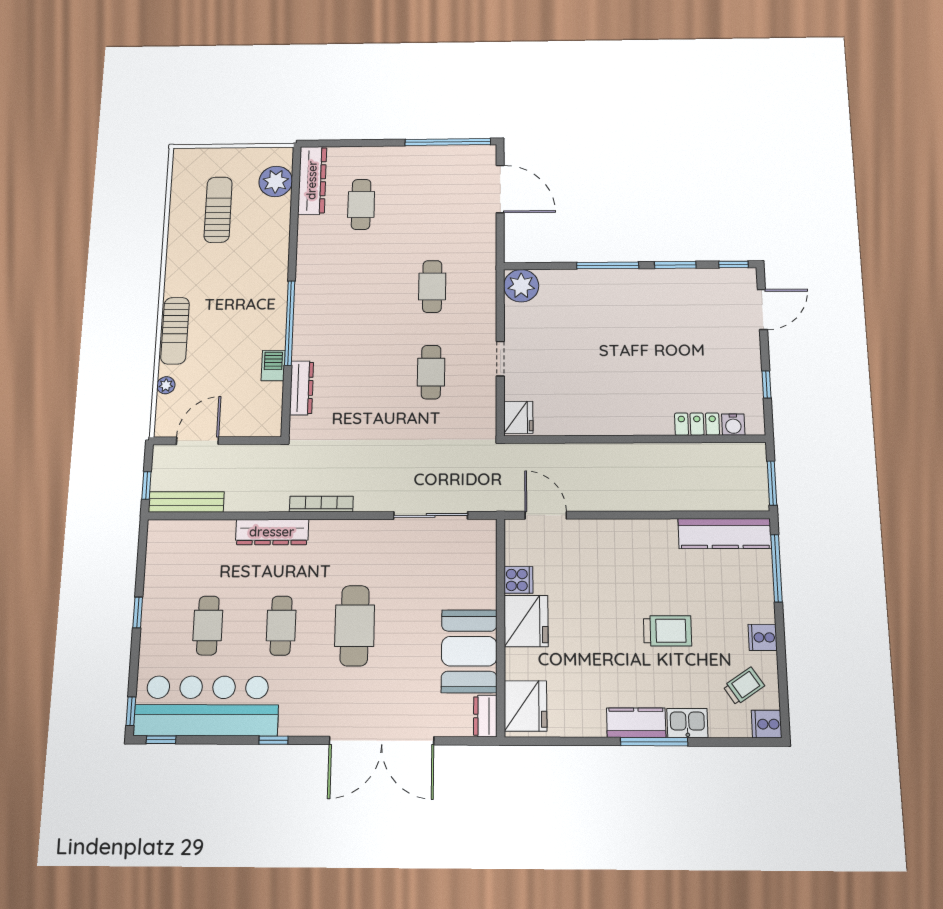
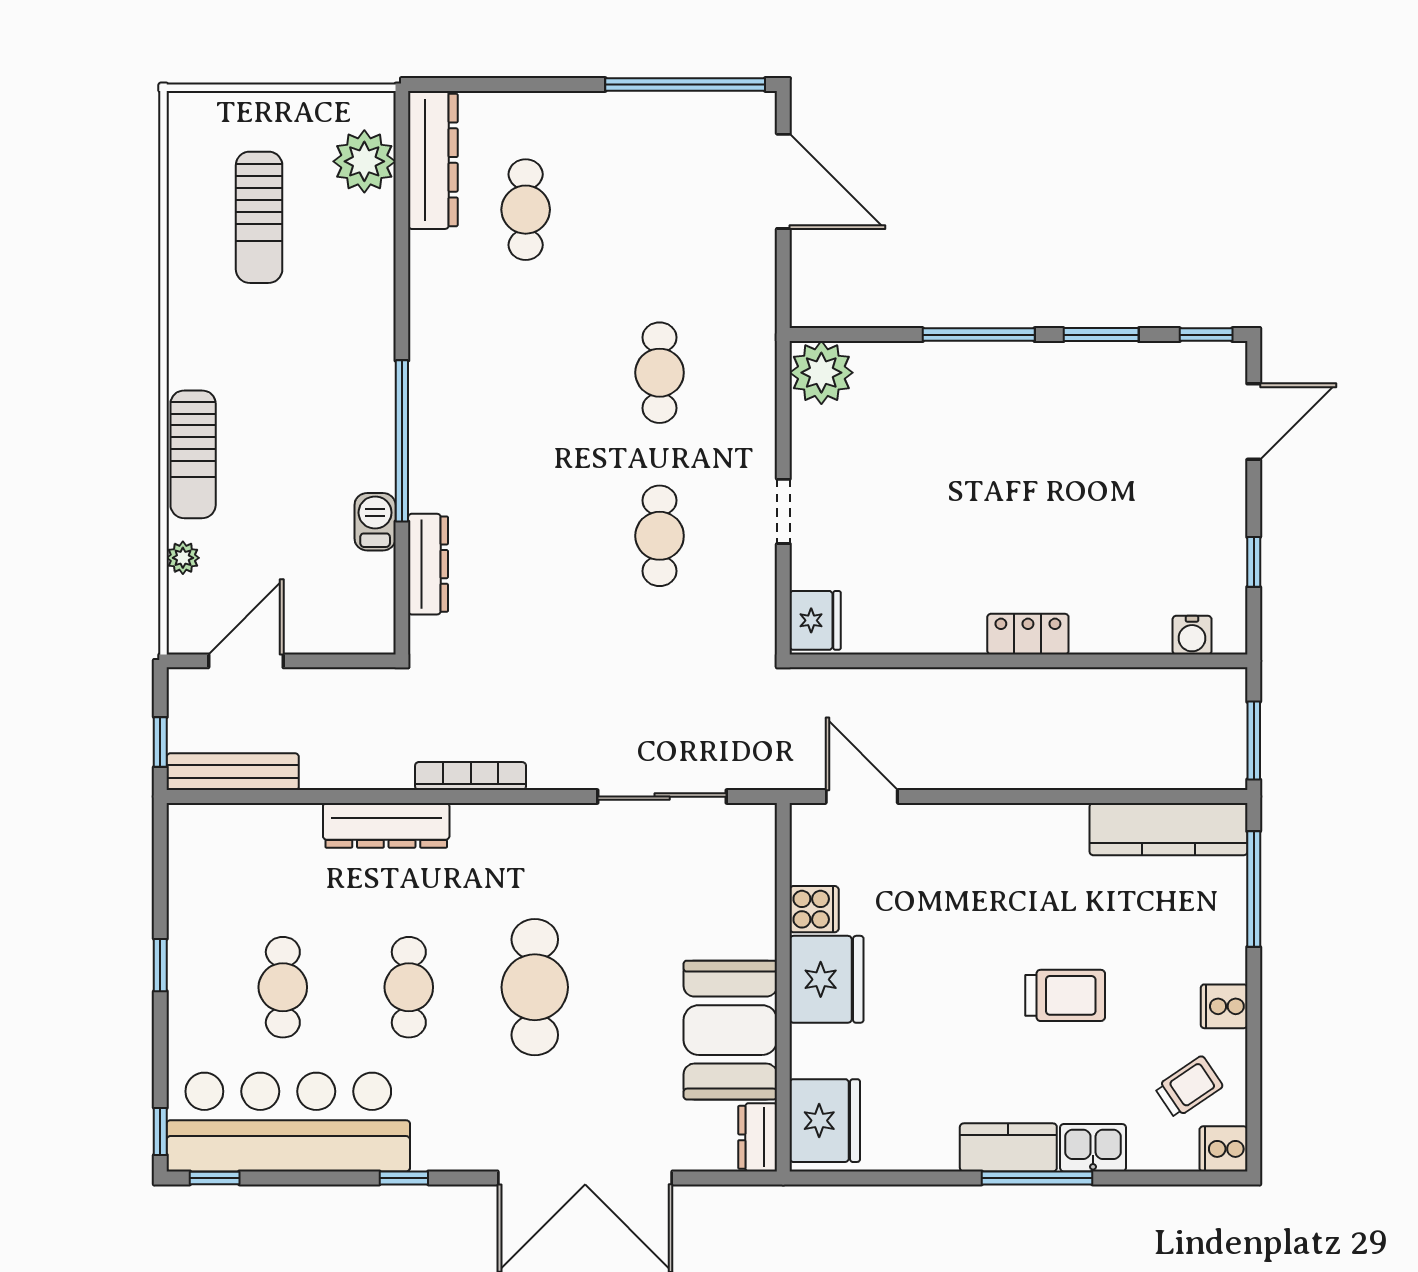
sun lounger: (218, 210) -> (259, 217), turned 180
locker: (697, 424) -> (1028, 634), moved

